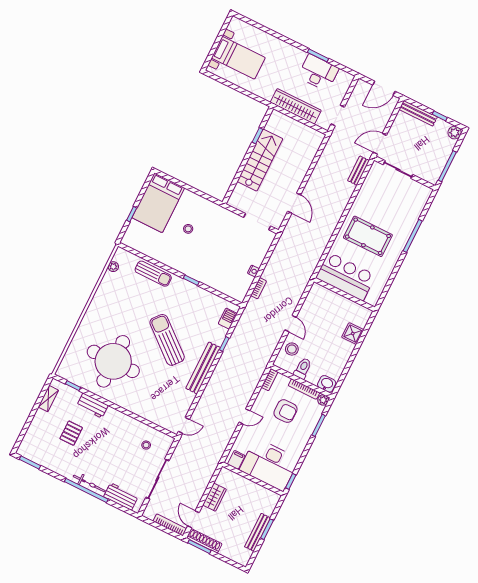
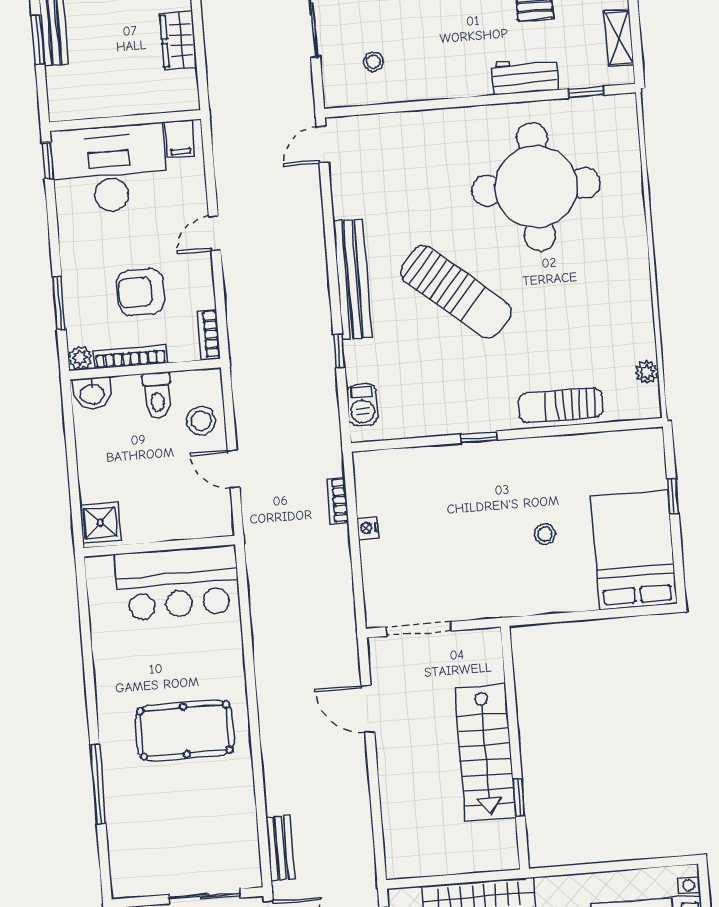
bar counter: (346, 277) -> (178, 583), moved
wall: (344, 294) -> (159, 546), moved

